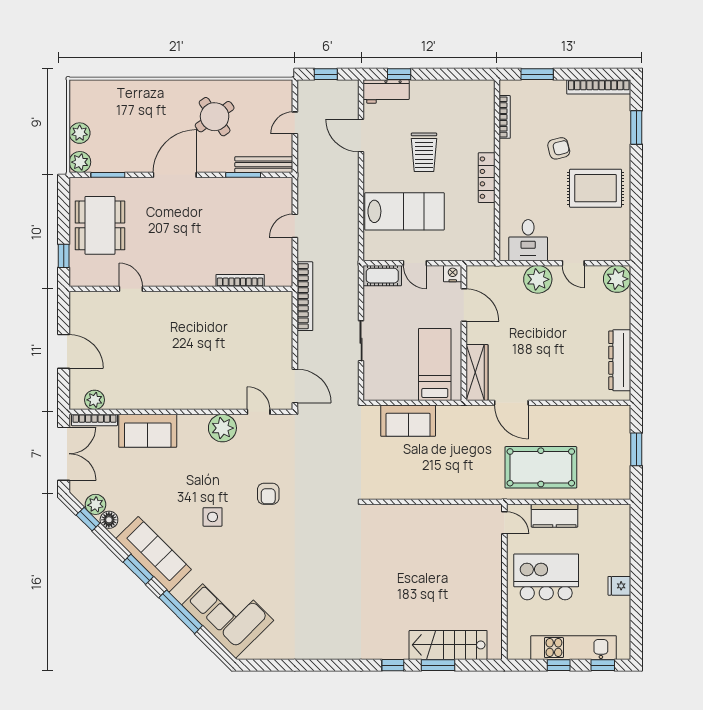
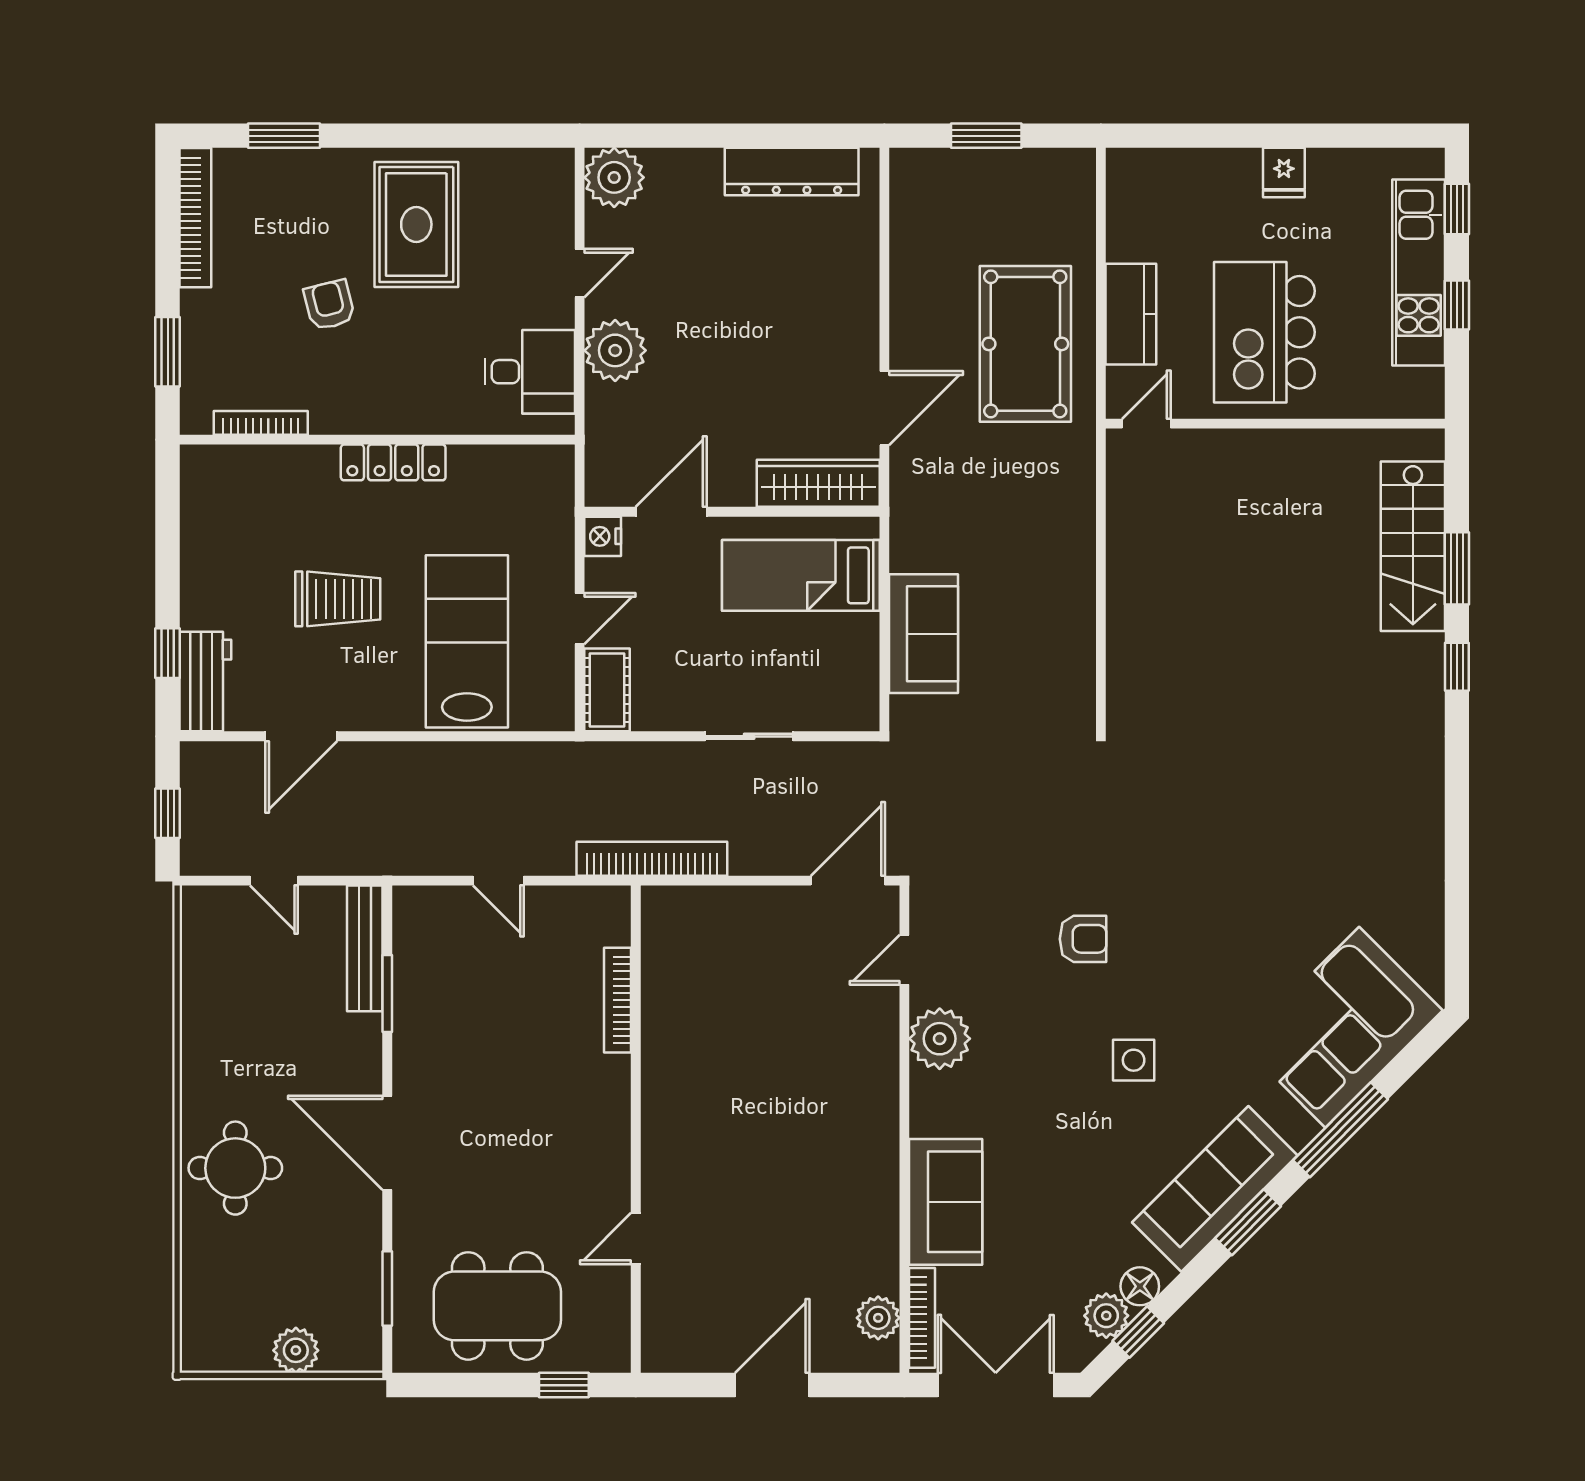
round table: (215, 117) -> (235, 1168), moved, turned 35
plant: (80, 162) -> (359, 1350), removed

